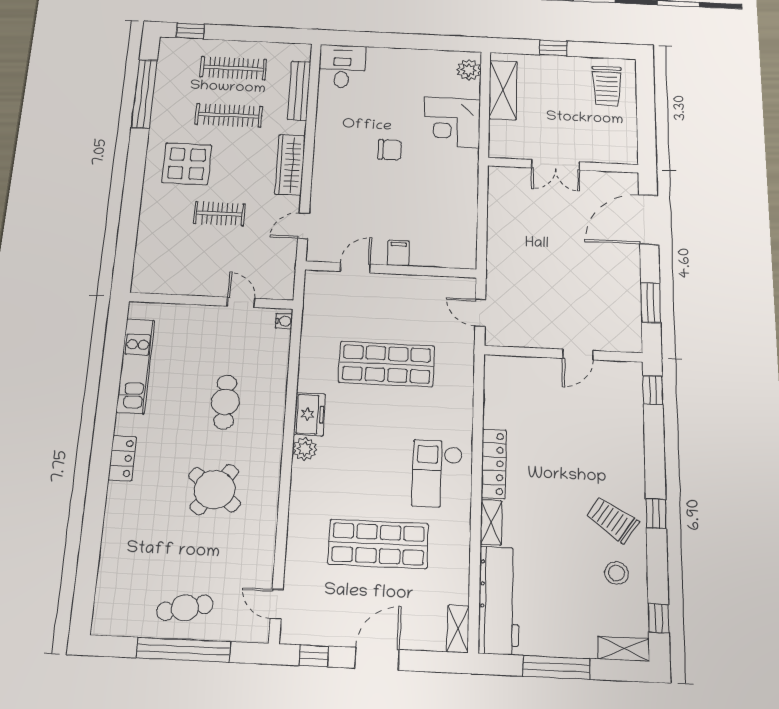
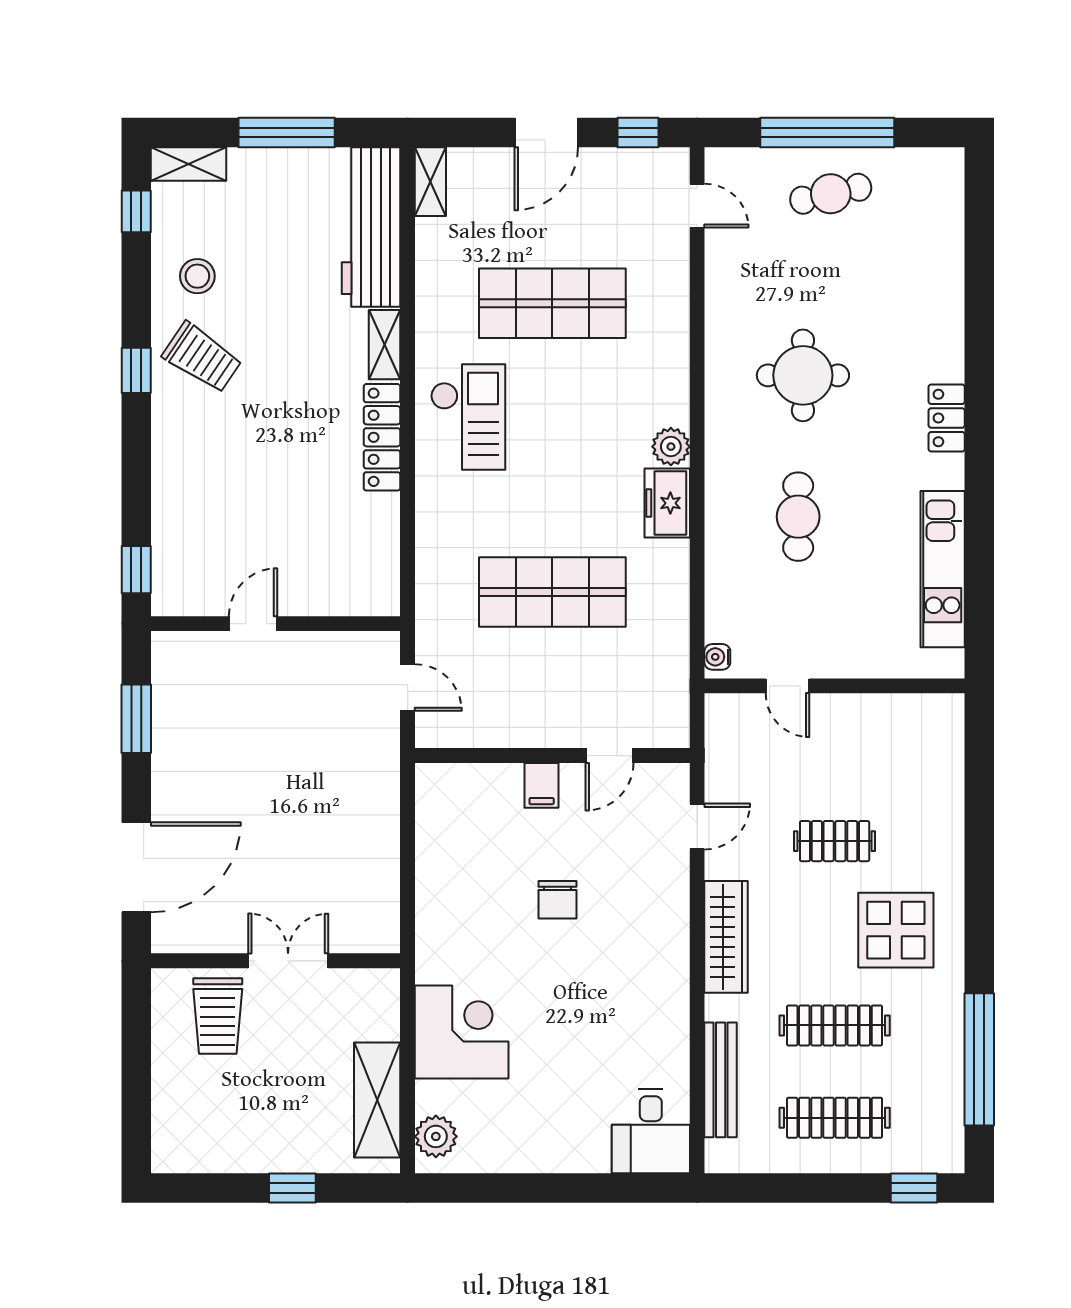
trolley: (607, 86) -> (218, 1016), moved, turned 180
chair: (390, 150) -> (557, 900), moved, turned -90
round table: (214, 490) -> (803, 375), turned -37

